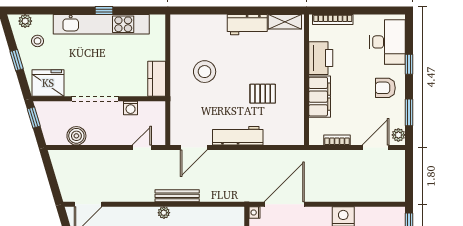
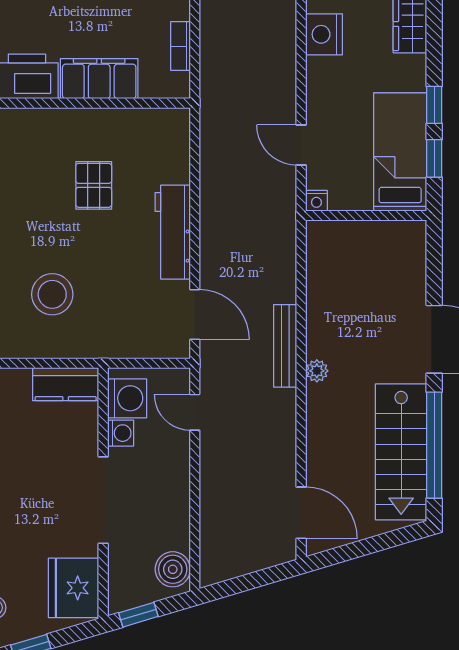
washing machine: (149, 112) -> (127, 398), added
boiler: (76, 136) -> (173, 569), moved
door: (284, 204) -> (301, 145), width x0.53

